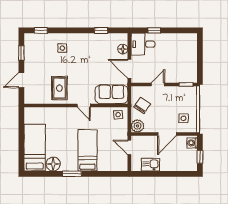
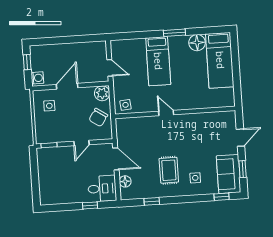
rug: (59, 88) -> (169, 170), moved
sofa: (111, 94) -> (229, 174), moved, turned 90
kitchen sink: (150, 165) -> (84, 49), removed

